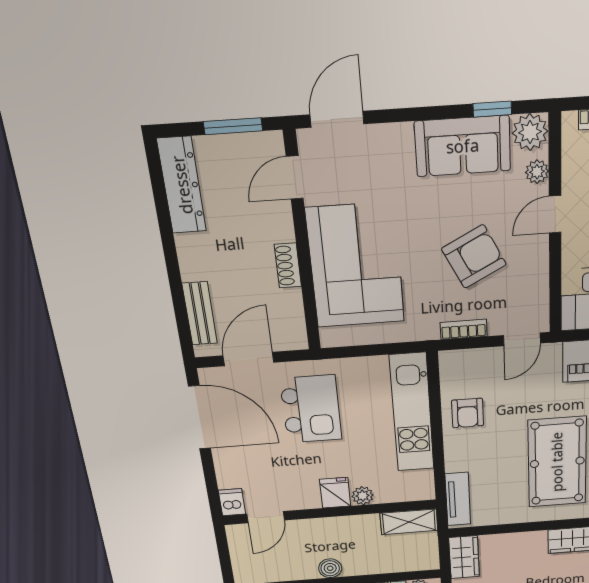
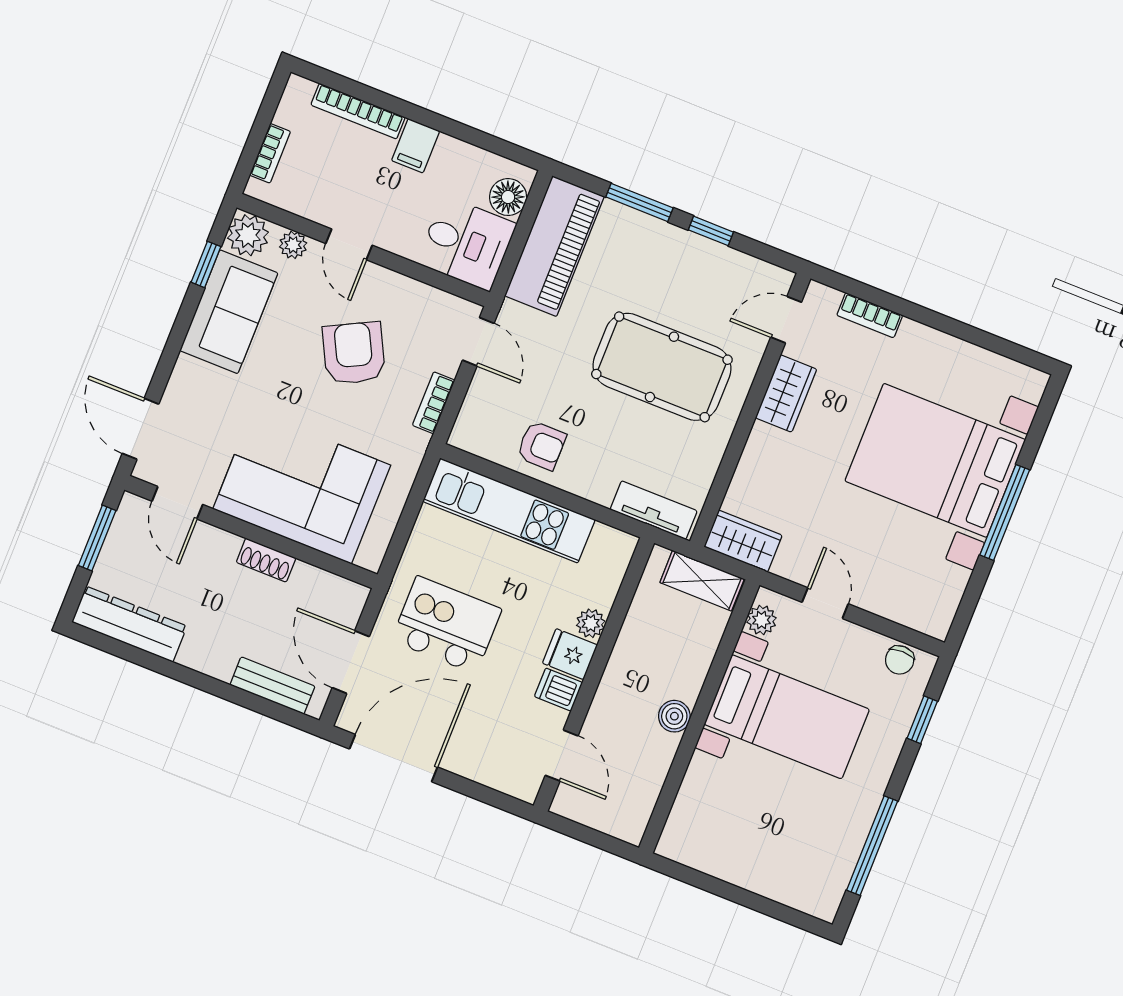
dishwasher: (232, 502) -> (558, 690), moved
shelving: (409, 522) -> (702, 581), moved, turned 90

